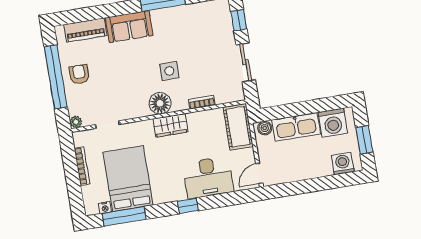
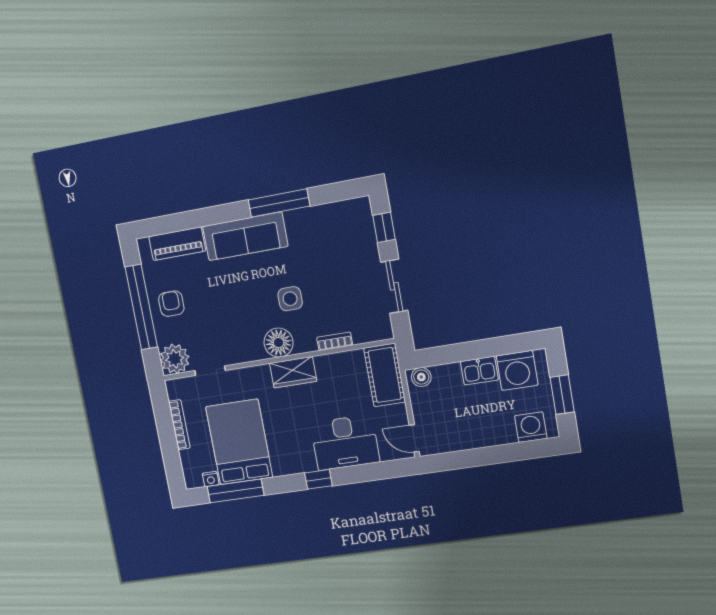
sofa: (129, 27) -> (245, 236), width x1.36
plant: (76, 122) -> (175, 359), width x1.87, depth x1.87
kitchen sink: (296, 127) -> (479, 371), width x0.53, depth x0.81
door: (259, 173) -> (414, 438), hinge flipped

